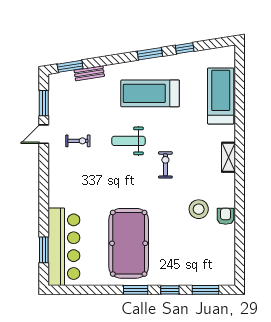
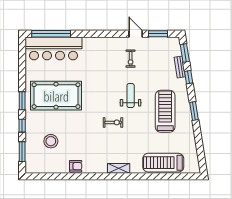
window: (185, 48) -> (189, 77), moved
treadmill: (221, 96) -> (163, 163), turned 180
stool: (199, 209) -> (51, 141), moved
window: (44, 250) -> (51, 34), width x2.11

